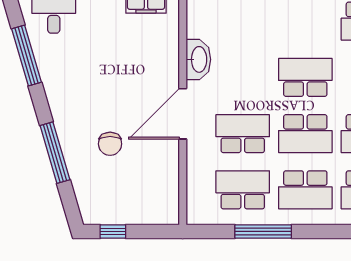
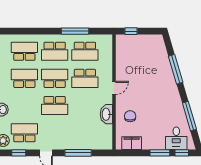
door: (183, 114) -> (114, 88), width x0.53
chair: (110, 144) -> (130, 116), moved
school desk: (305, 190) -> (55, 51), turned 180
window: (113, 231) -> (131, 31), moved

